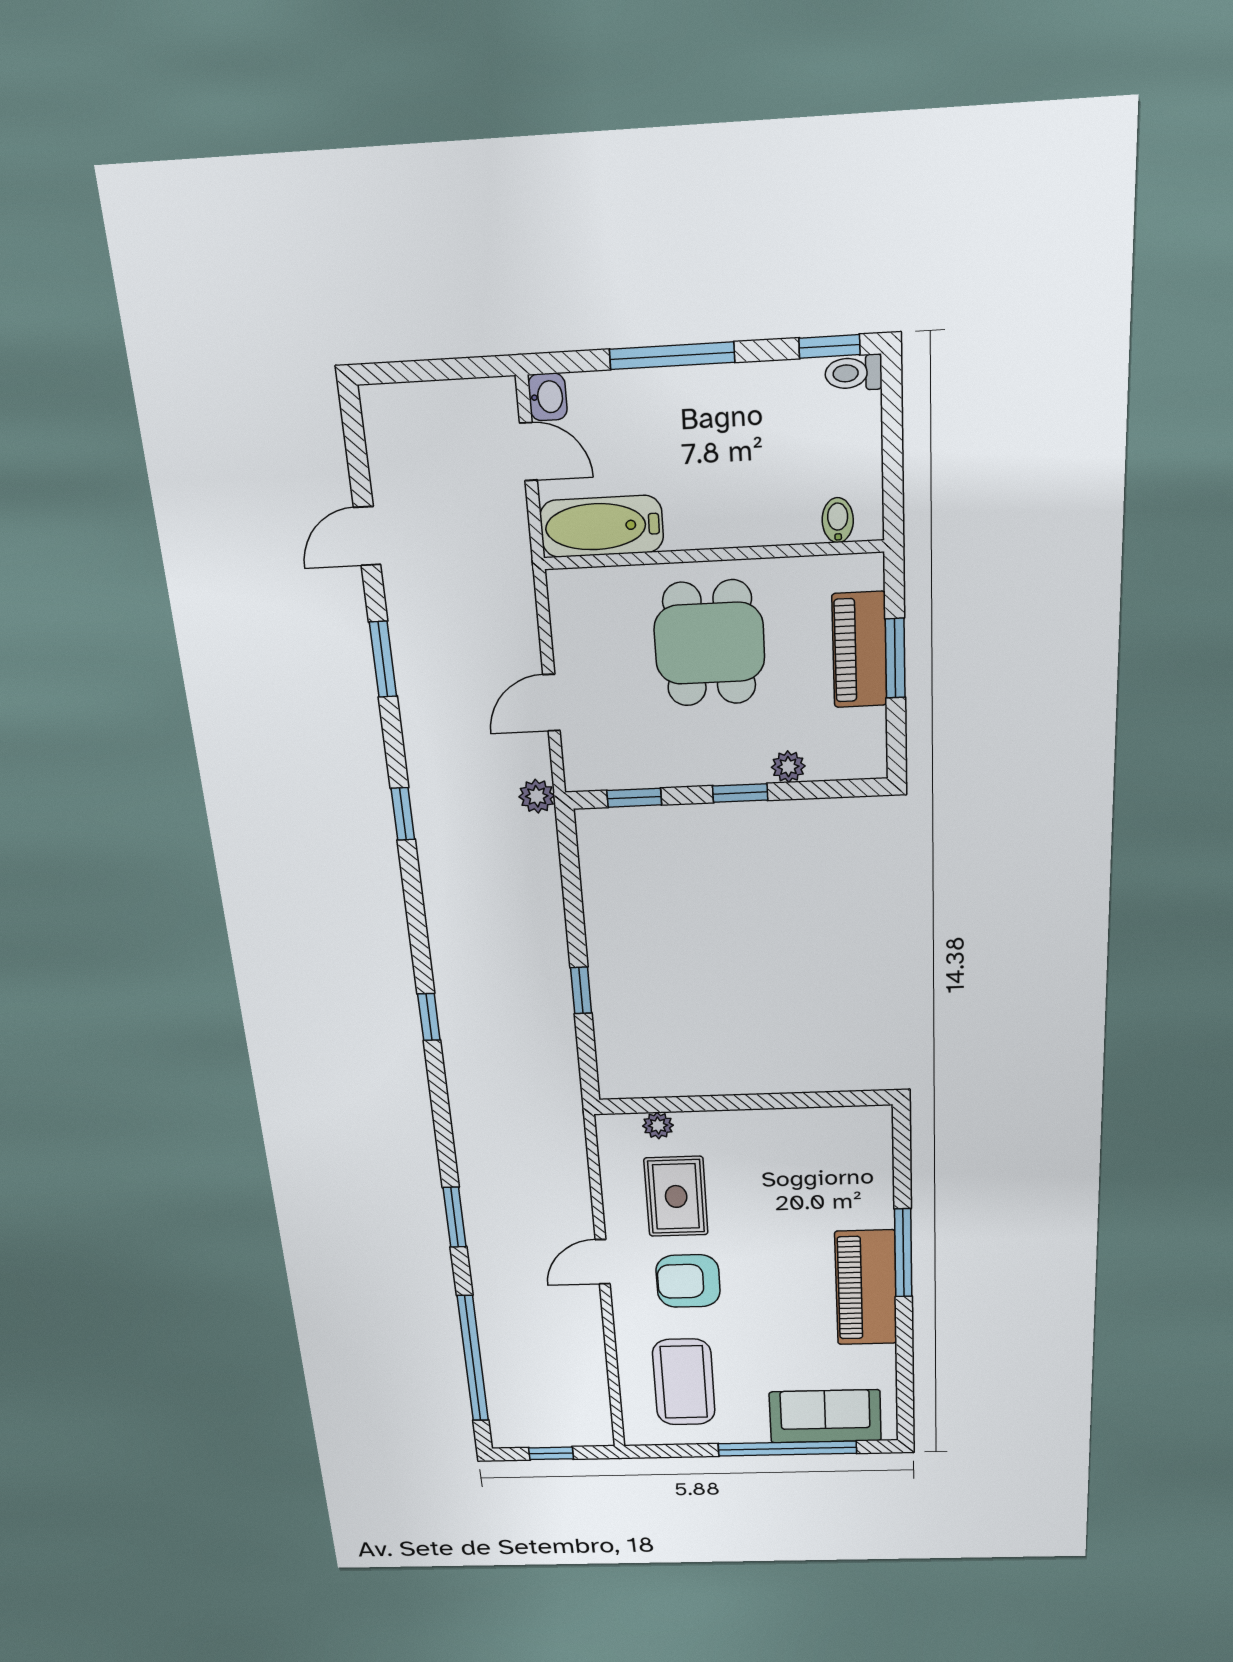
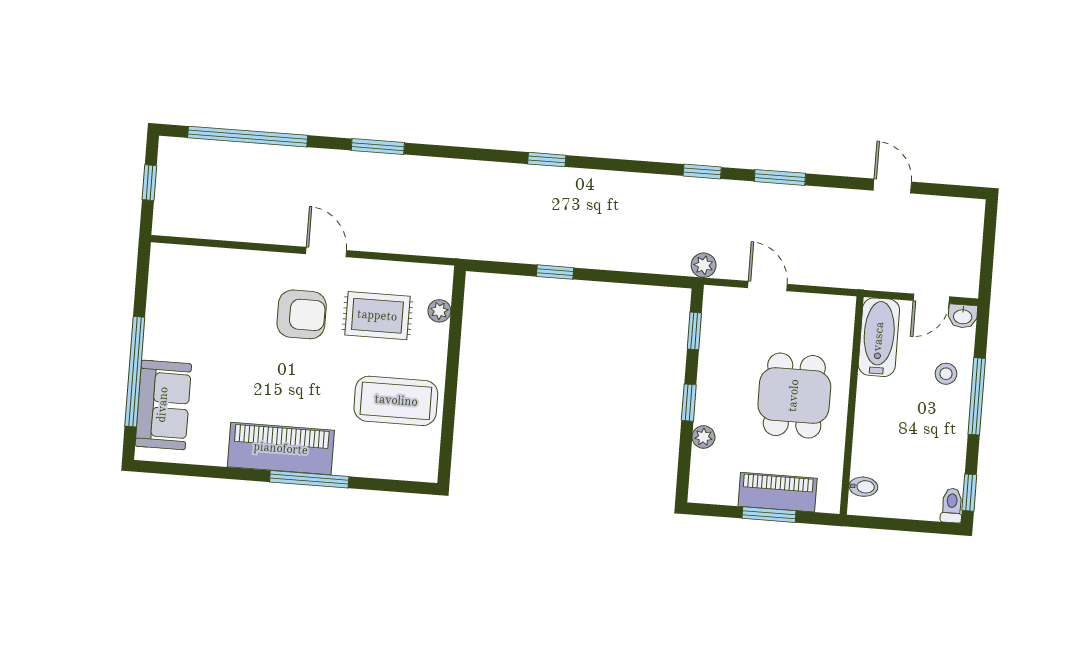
stool: (643, 412) -> (946, 374), added
dining table: (709, 643) -> (794, 396), turned 90
window: (383, 659) -> (780, 177), moved
armchair: (688, 1281) -> (302, 314), turned 90
coffee table: (684, 1382) -> (396, 401), moved

